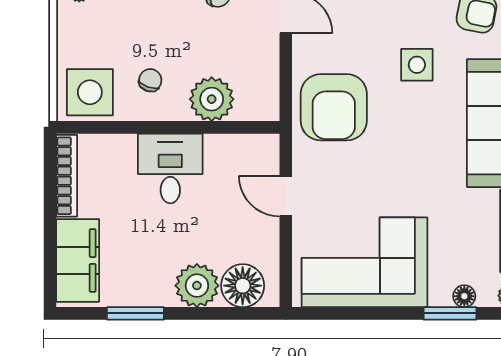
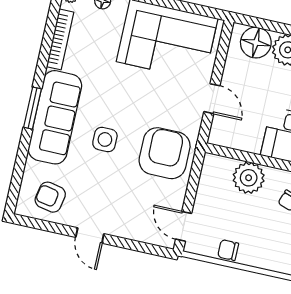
side table: (417, 65) -> (105, 139), moved

